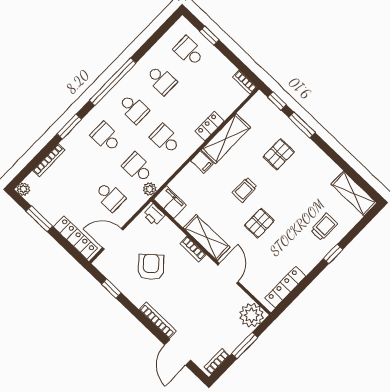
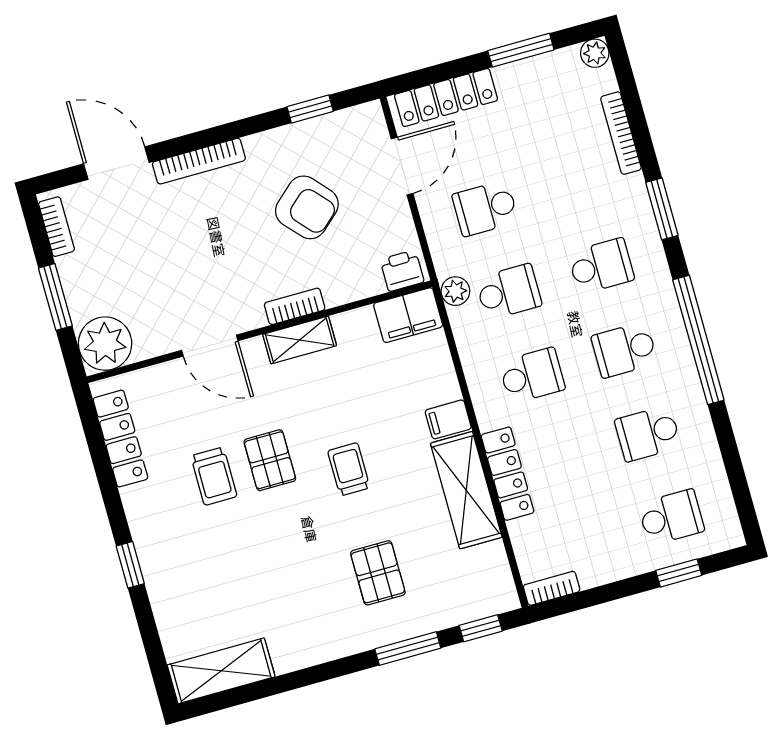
locker: (210, 126) -> (508, 474), width x1.53
trolley: (324, 227) -> (214, 476), moved
shelving: (207, 237) -> (300, 340), width x0.67, depth x0.75

